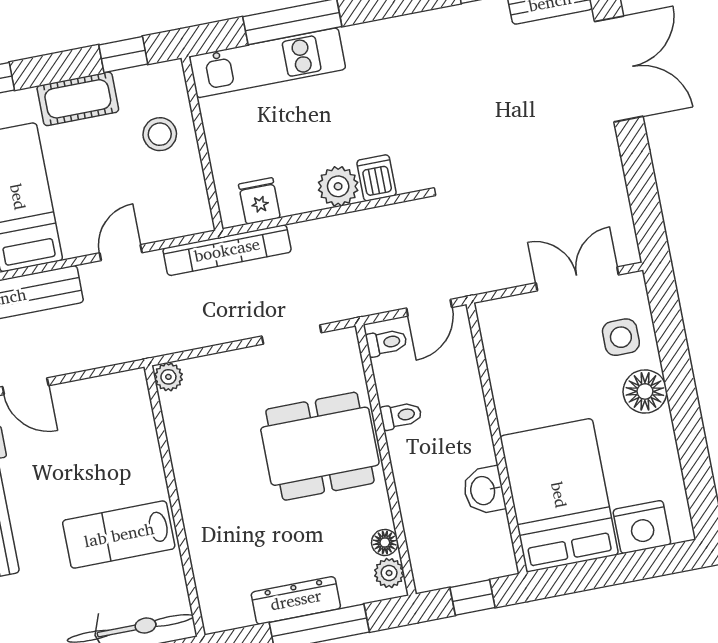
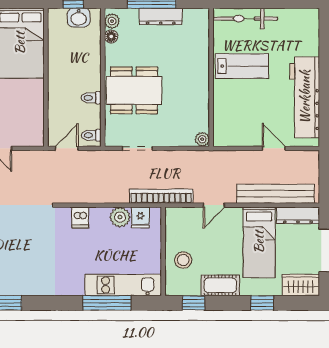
plant: (338, 186) -> (120, 217), moved
washbasin: (484, 490) -> (79, 18), moved, turned 90

